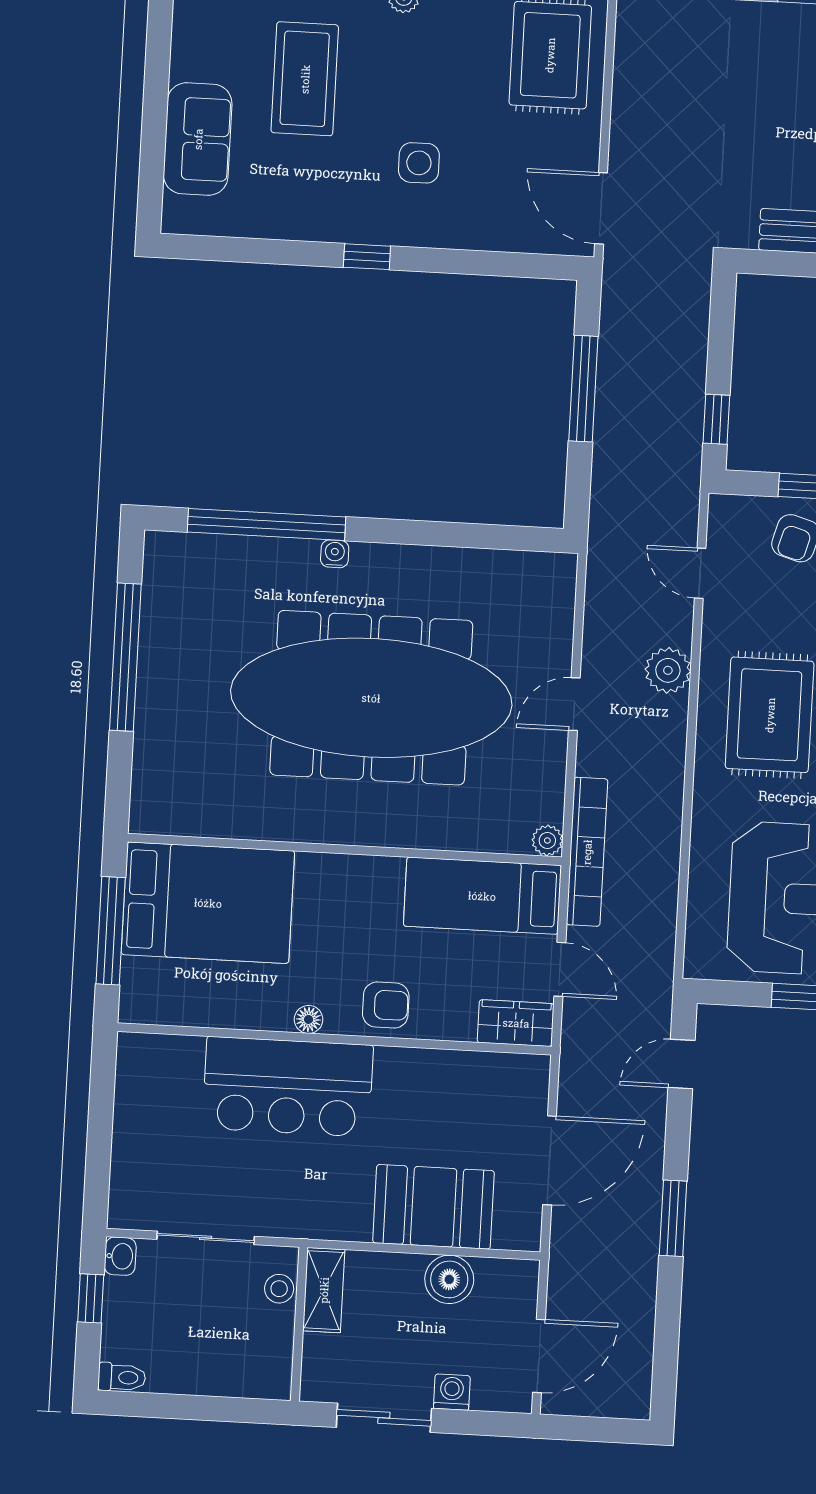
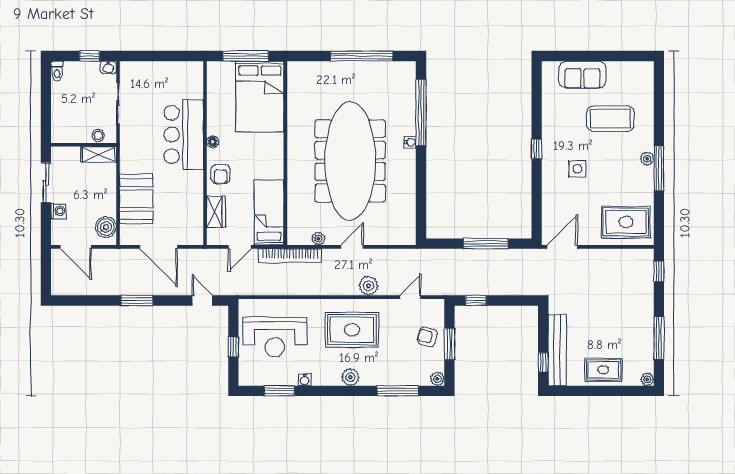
door: (574, 704) -> (352, 247), hinge flipped
plant: (547, 840) -> (318, 239), moved
wardrobe: (516, 1023) -> (216, 212), moved
boiler: (449, 1279) -> (106, 227), moved

